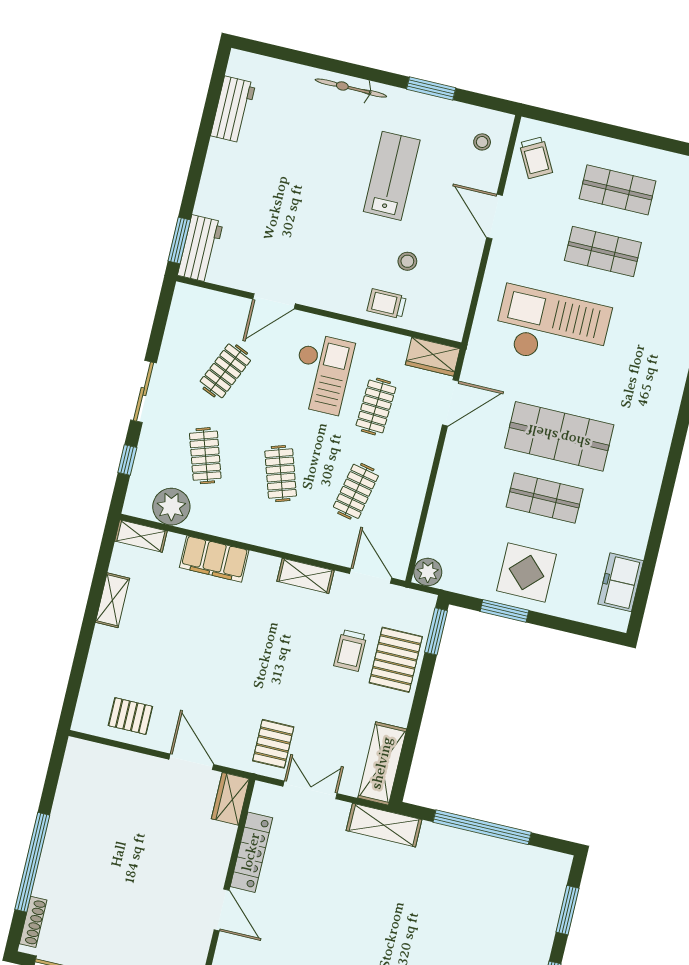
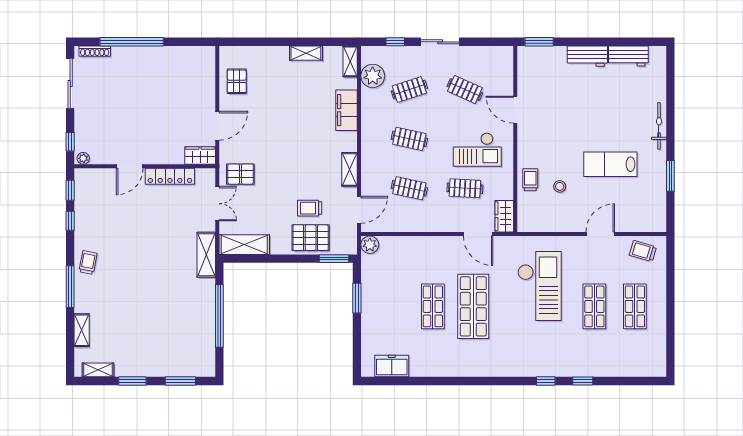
stool: (482, 142) -> (645, 215), removed
trolley: (536, 158) -> (643, 251), turned 44
lab bench: (392, 176) -> (610, 164), turned 180
workbench: (200, 249) -> (587, 56), moved
clothes rail: (281, 474) -> (409, 139), turned 30
display table: (526, 572) -> (384, 306), removed

